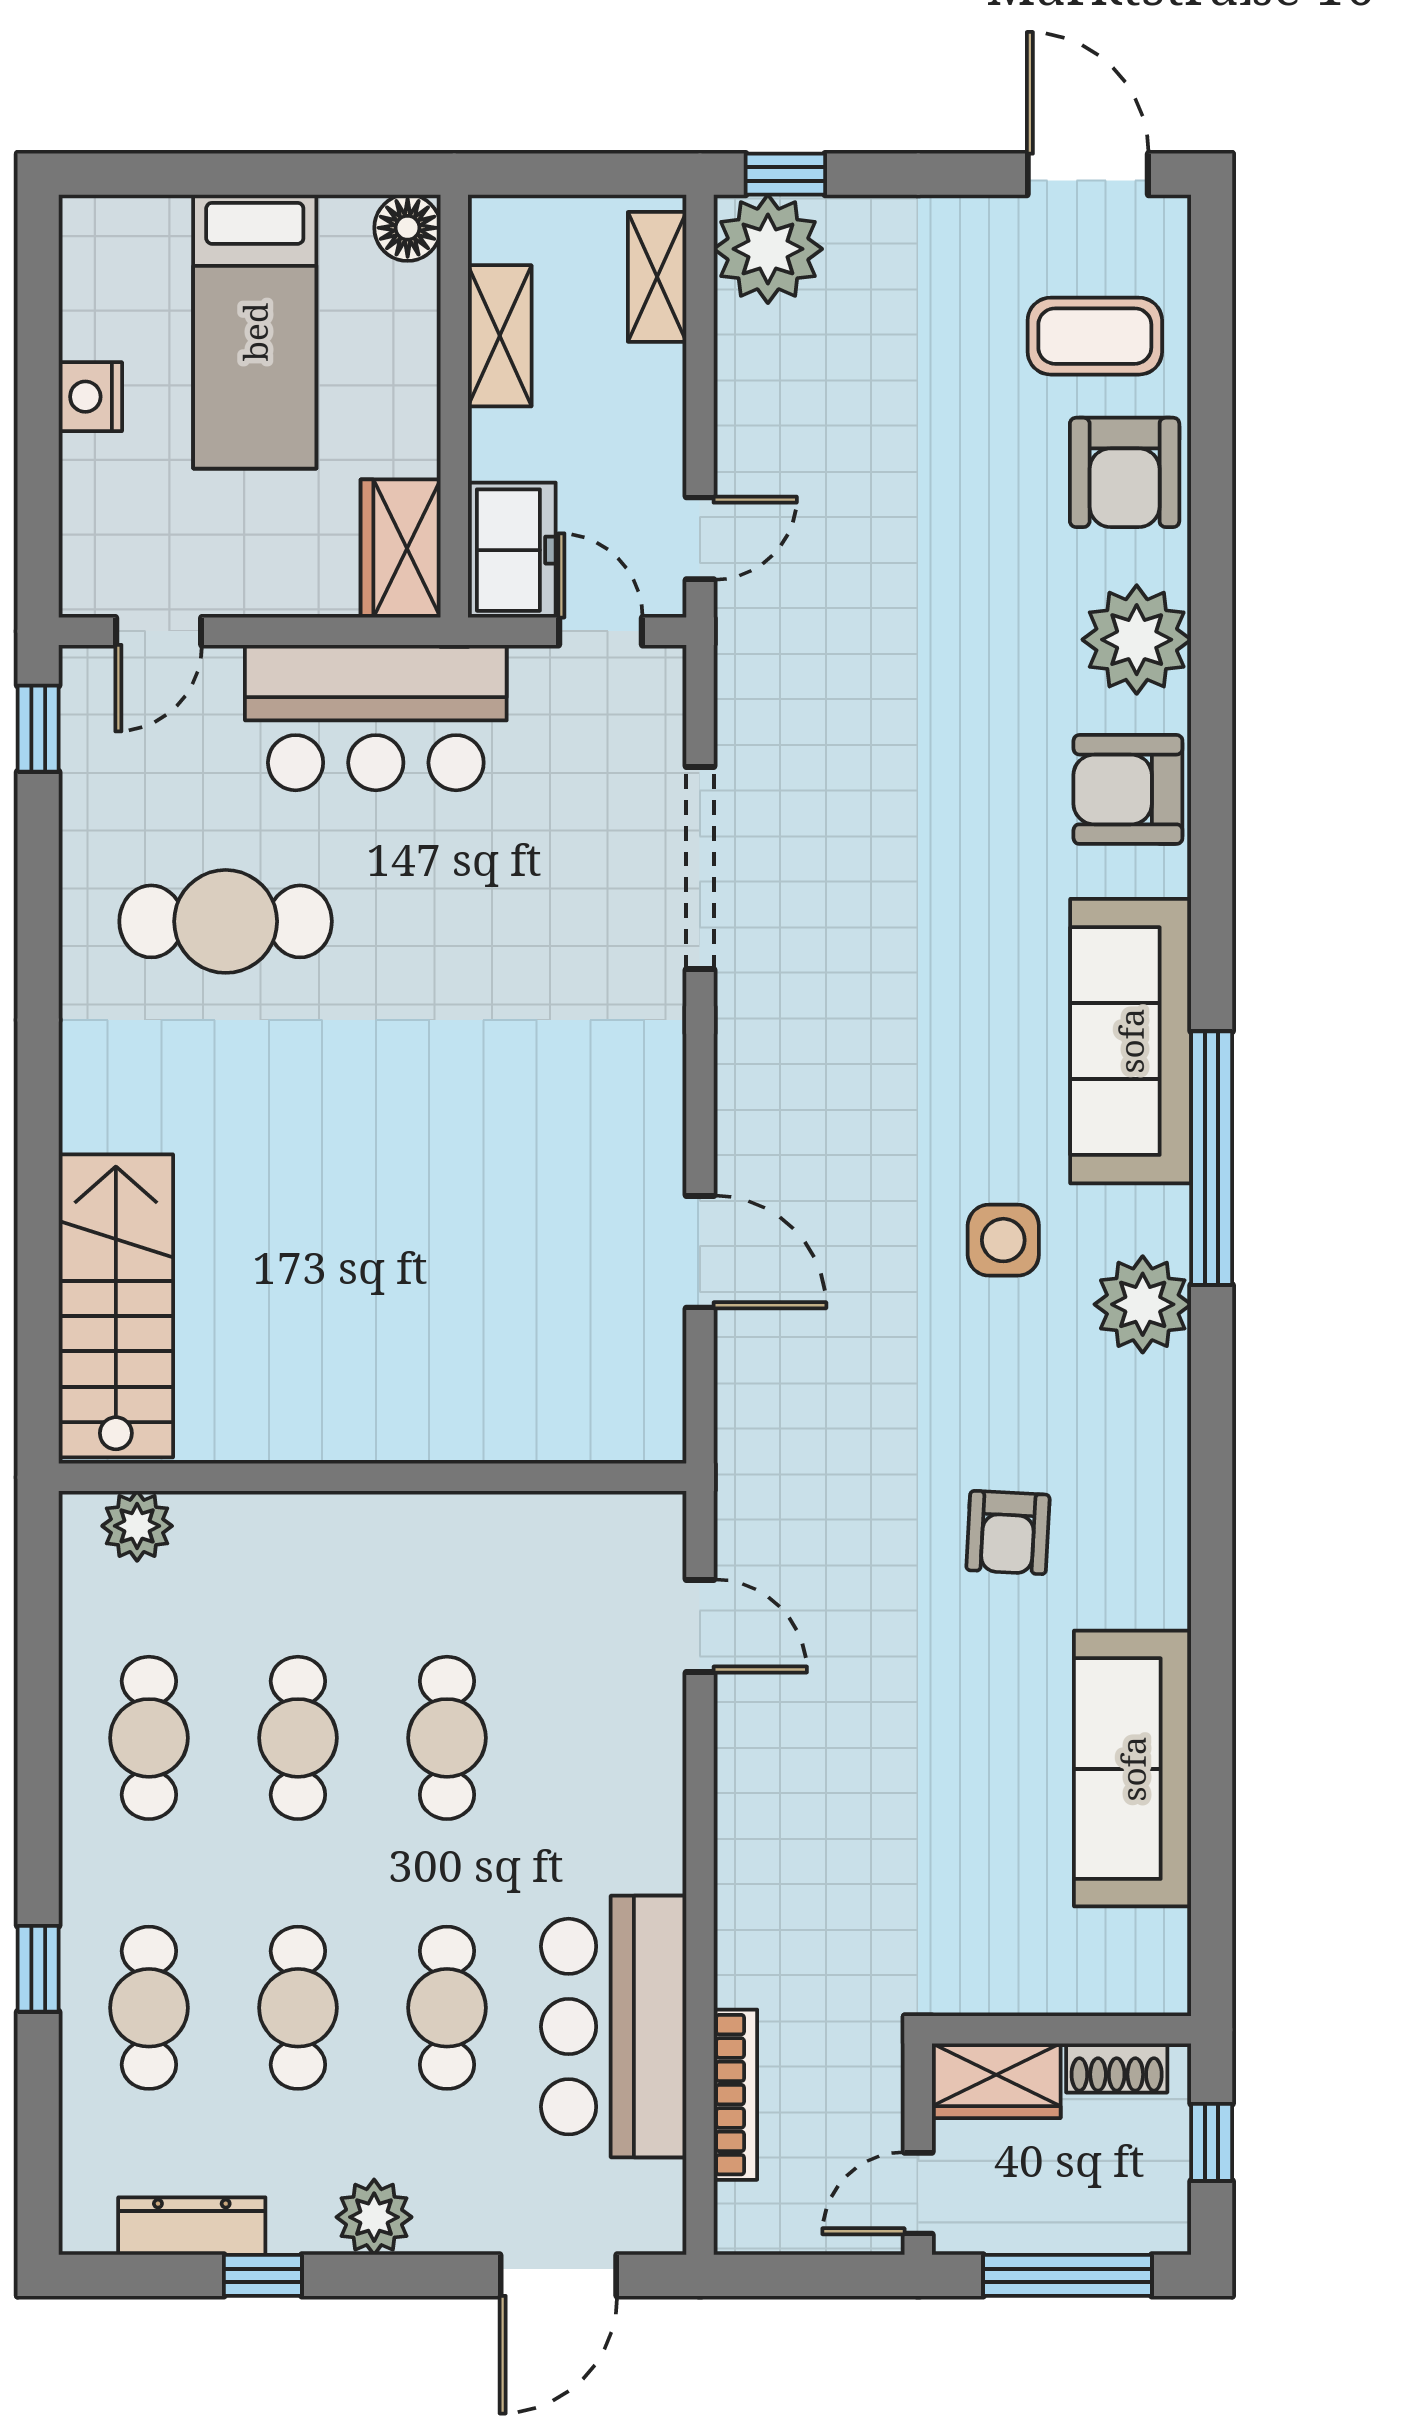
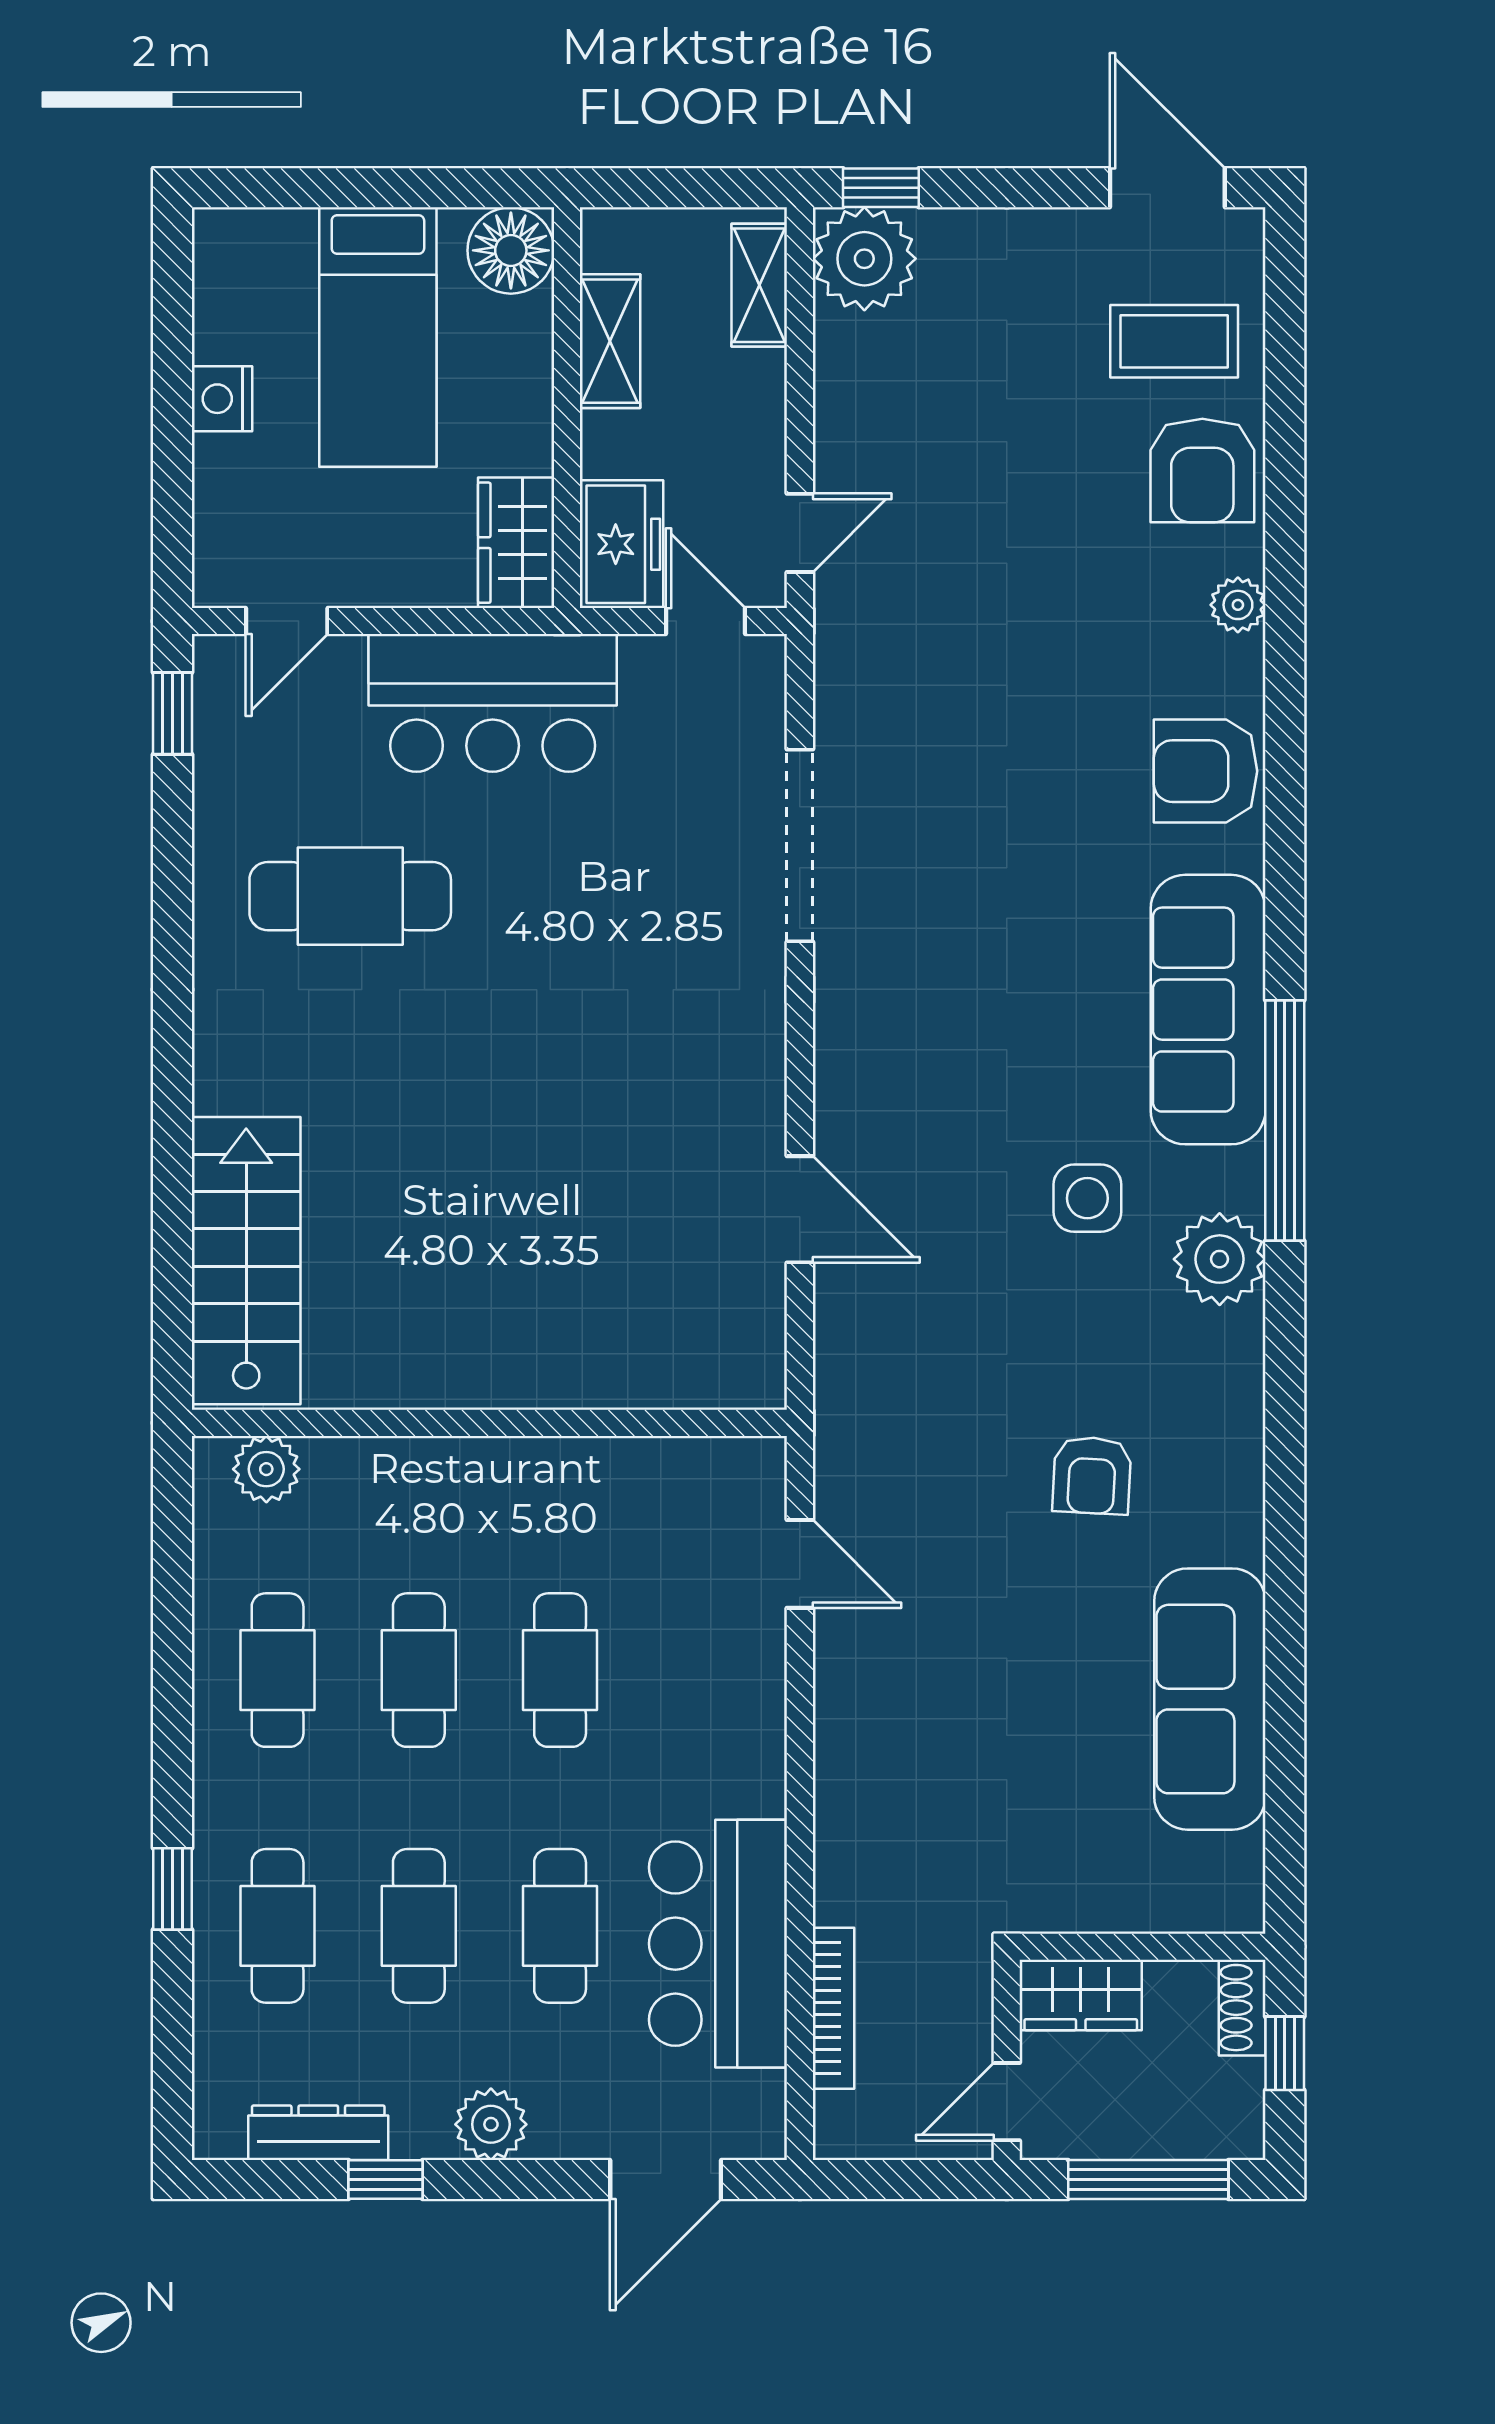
floor lamp: (408, 228) -> (511, 250), width x1.38, depth x1.38
plant: (1137, 640) -> (1238, 605), width x0.53, depth x0.53
shoe rack: (1117, 2068) -> (1242, 2008), moved, turned 90

